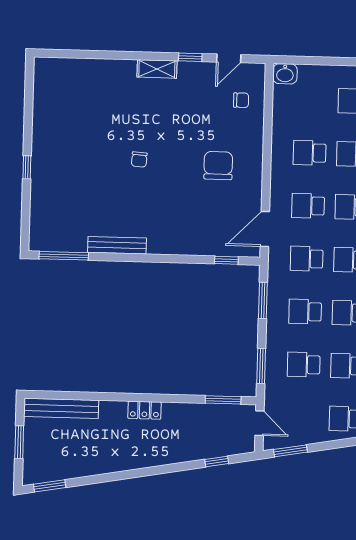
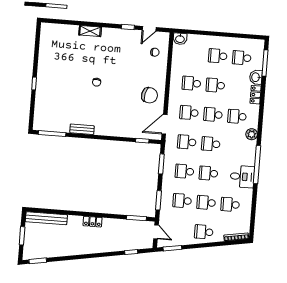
shelving: (157, 69) -> (90, 31), moved
chair: (218, 166) -> (150, 95), moved, turned 103
bench: (117, 245) -> (82, 129), width x0.73

